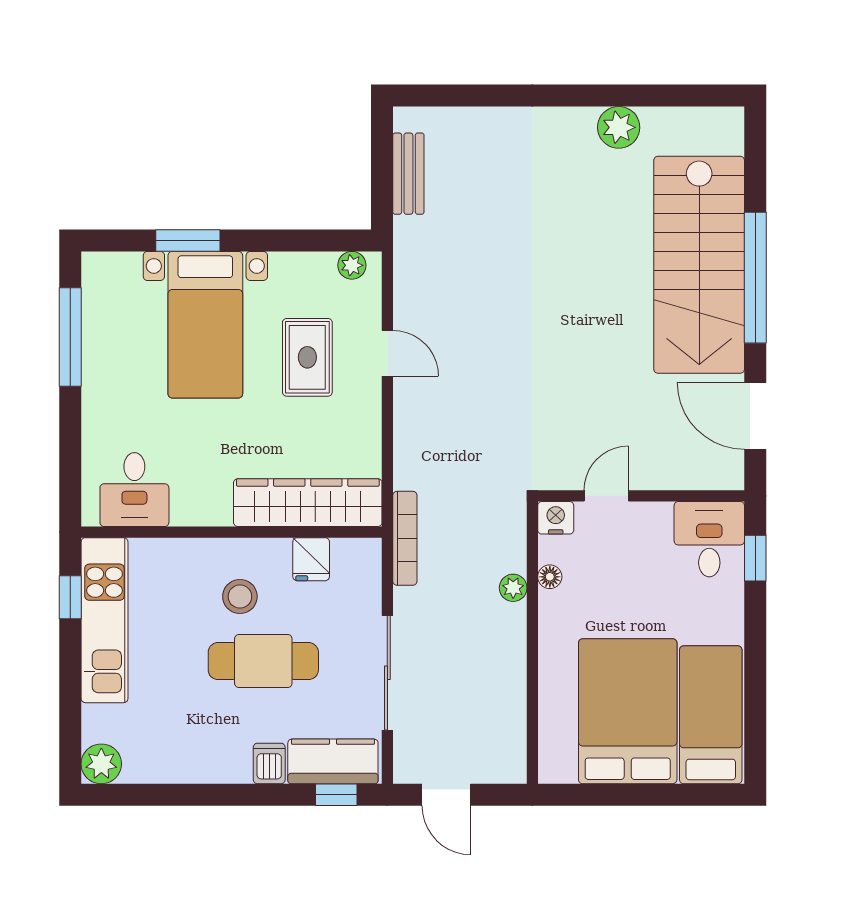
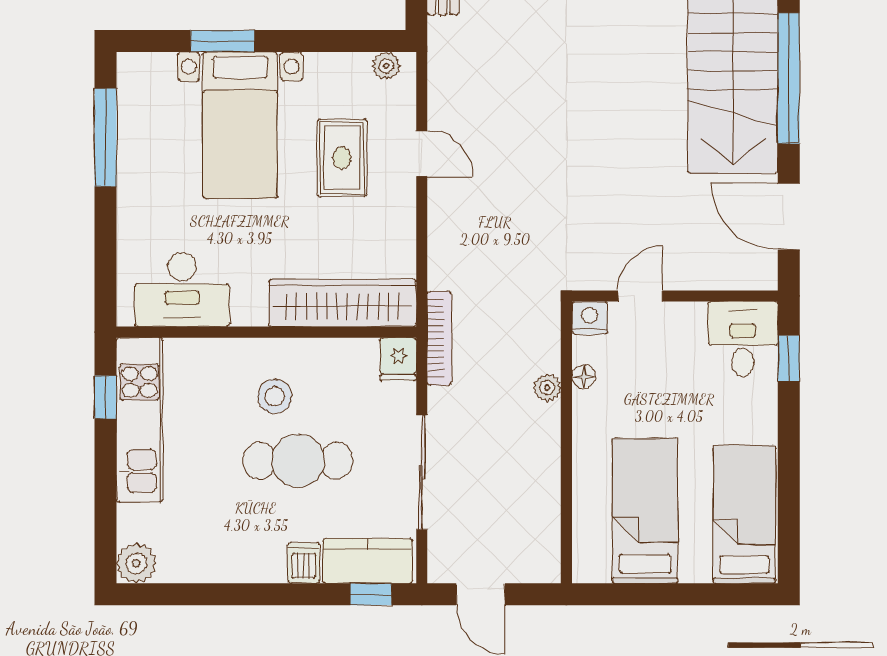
desk: (134, 490) -> (182, 290), width x1.37
fridge: (311, 559) -> (398, 359), moved
bed: (628, 711) -> (645, 511), width x0.67

